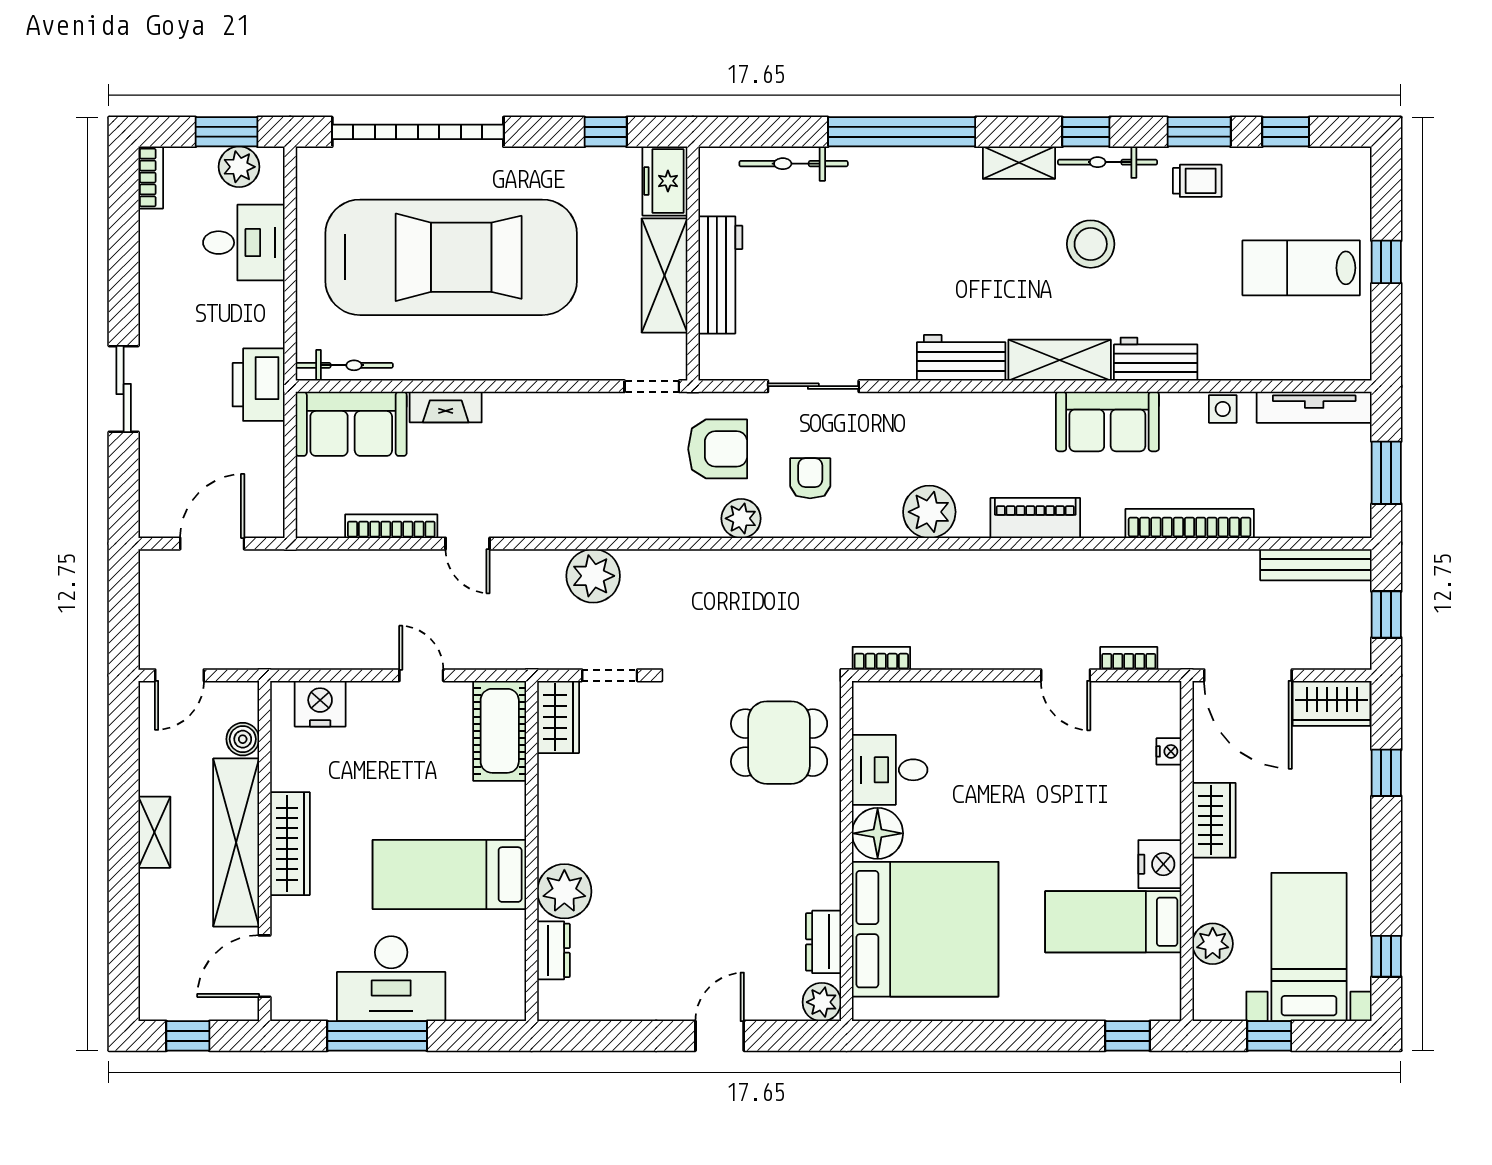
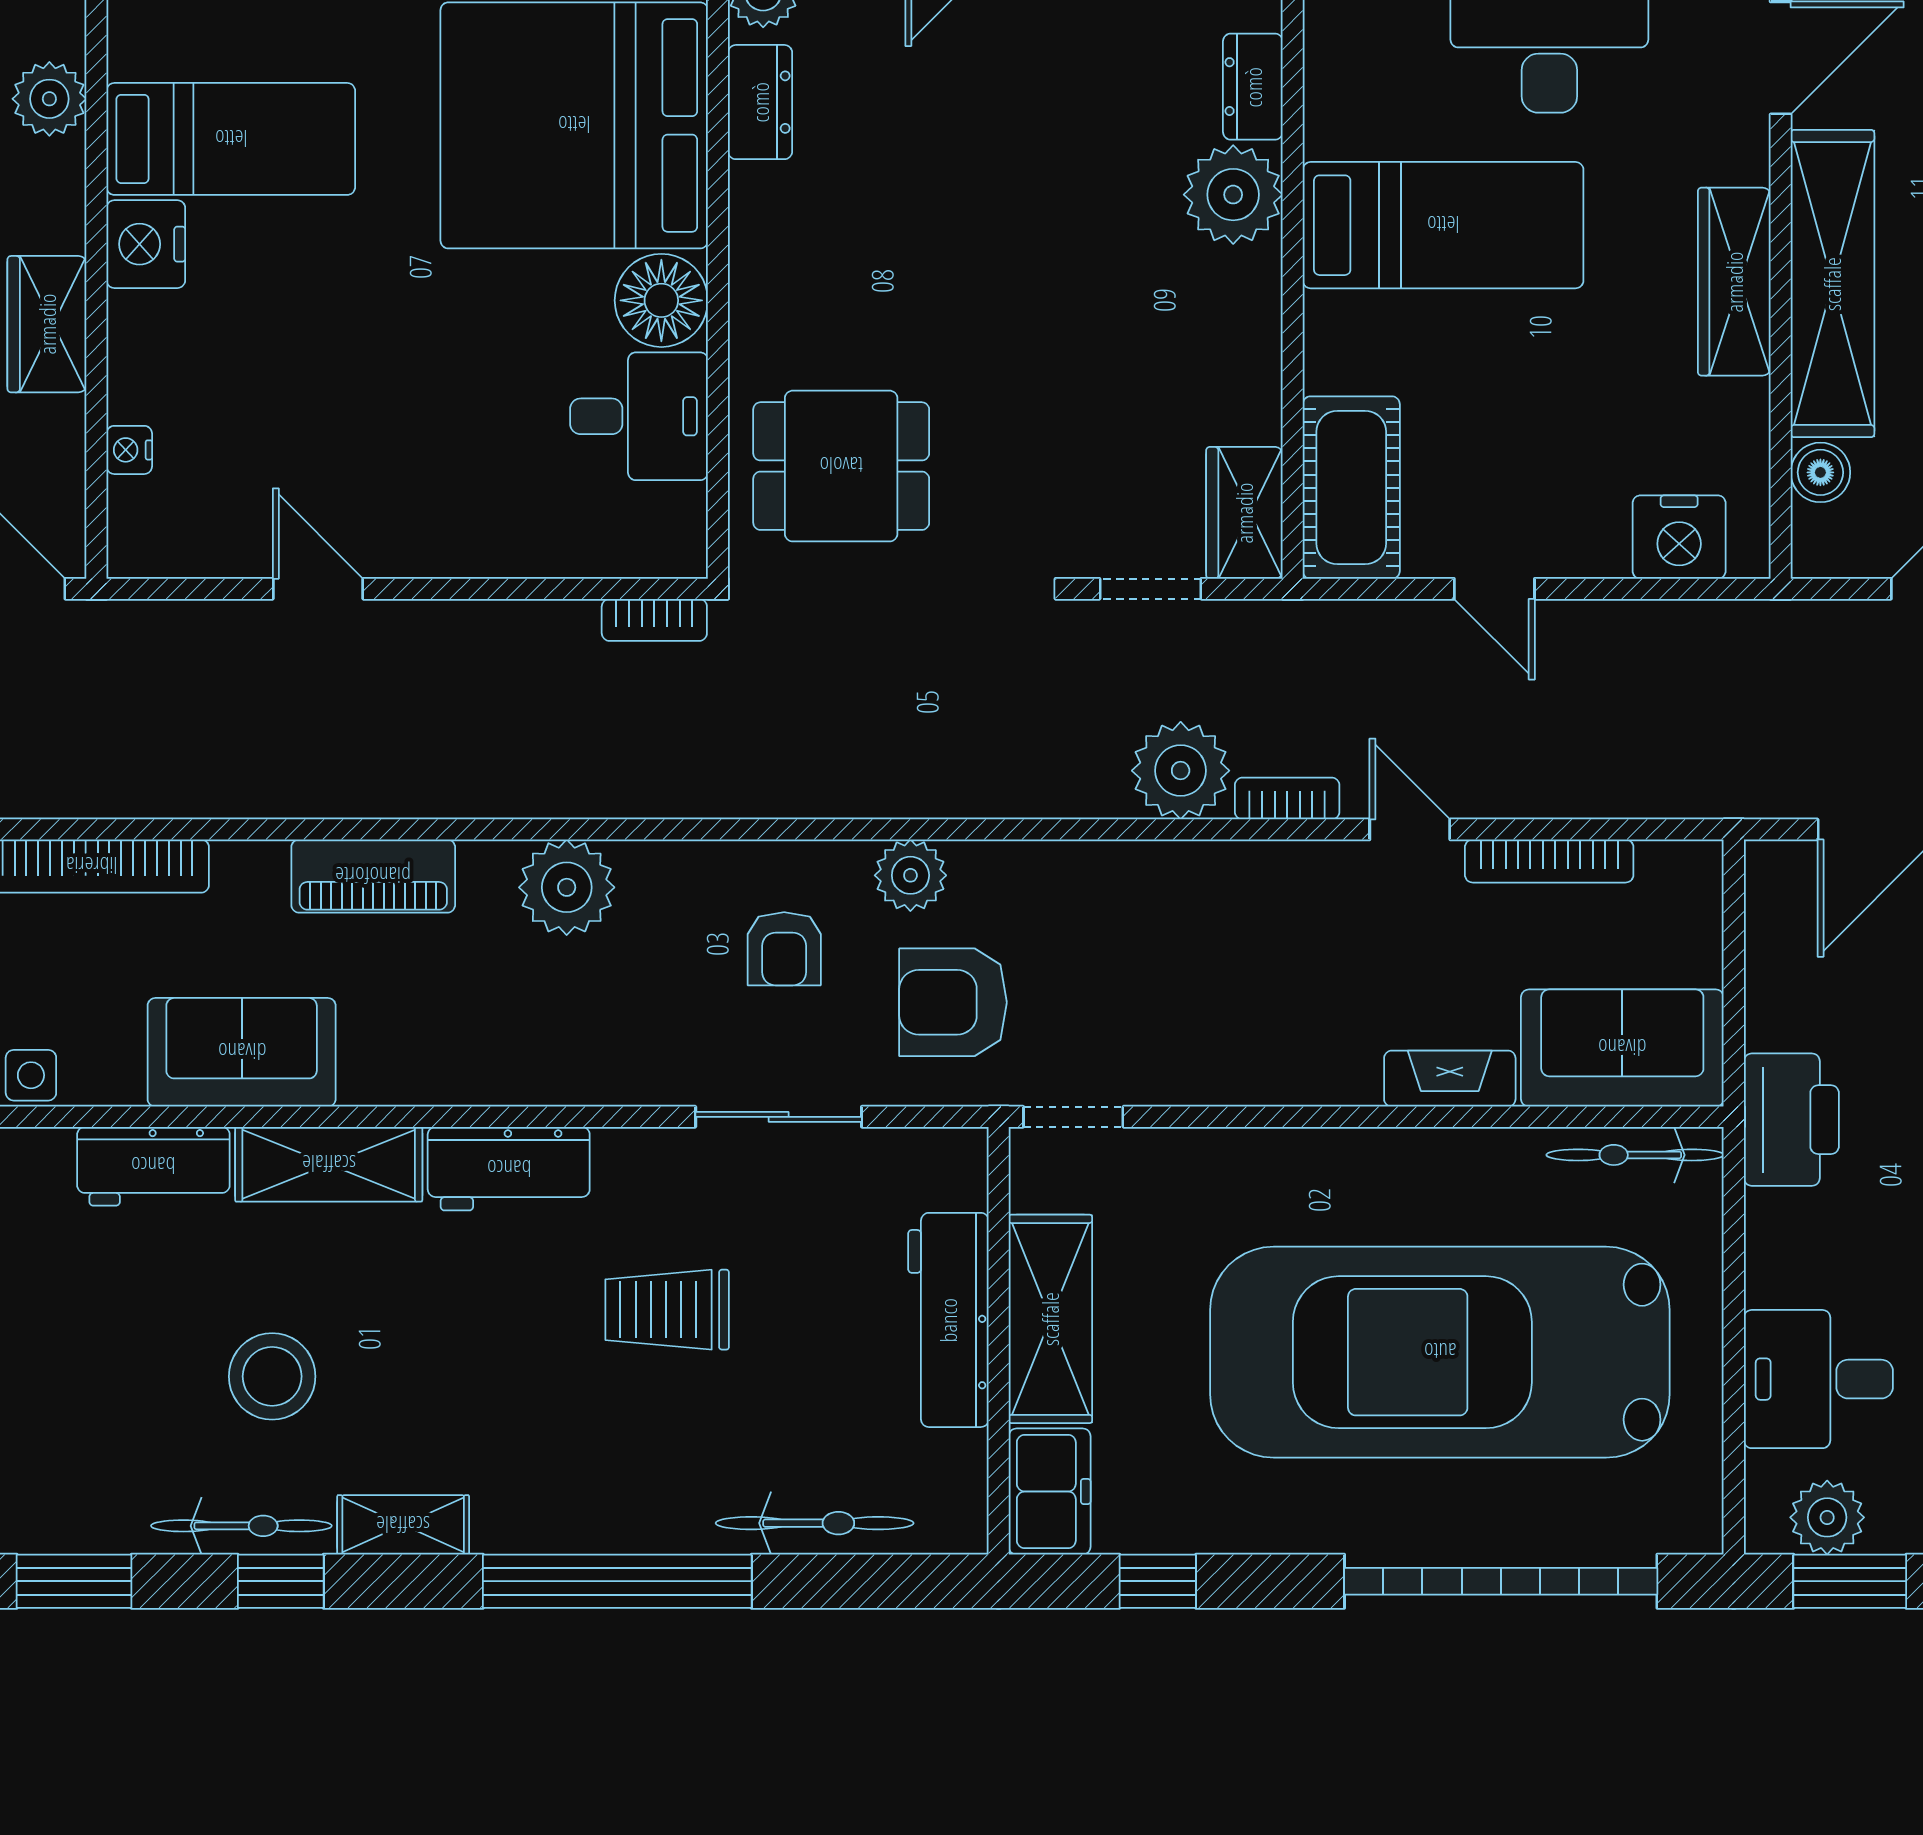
trolley: (1197, 181) -> (667, 1310), moved, width x1.36, depth x1.39
bookcase: (1129, 658) -> (1287, 798), moved, turned 180

